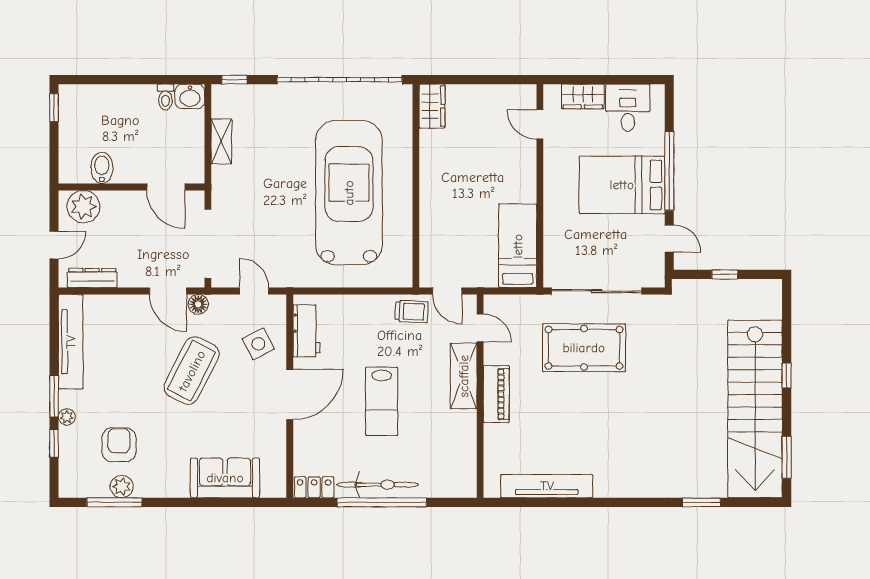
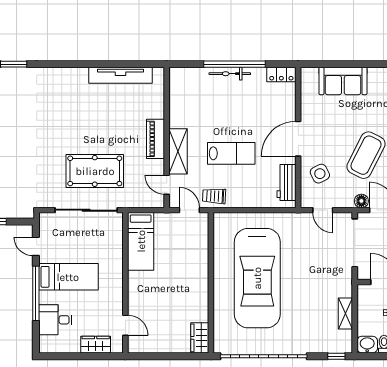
desk: (628, 108) -> (55, 320), moved, turned 90
bed: (622, 185) -> (68, 277), width x0.67
lab bench: (382, 401) -> (231, 153), moved, turned 90
bicycle: (378, 485) -> (230, 74), width x0.73, depth x0.71

